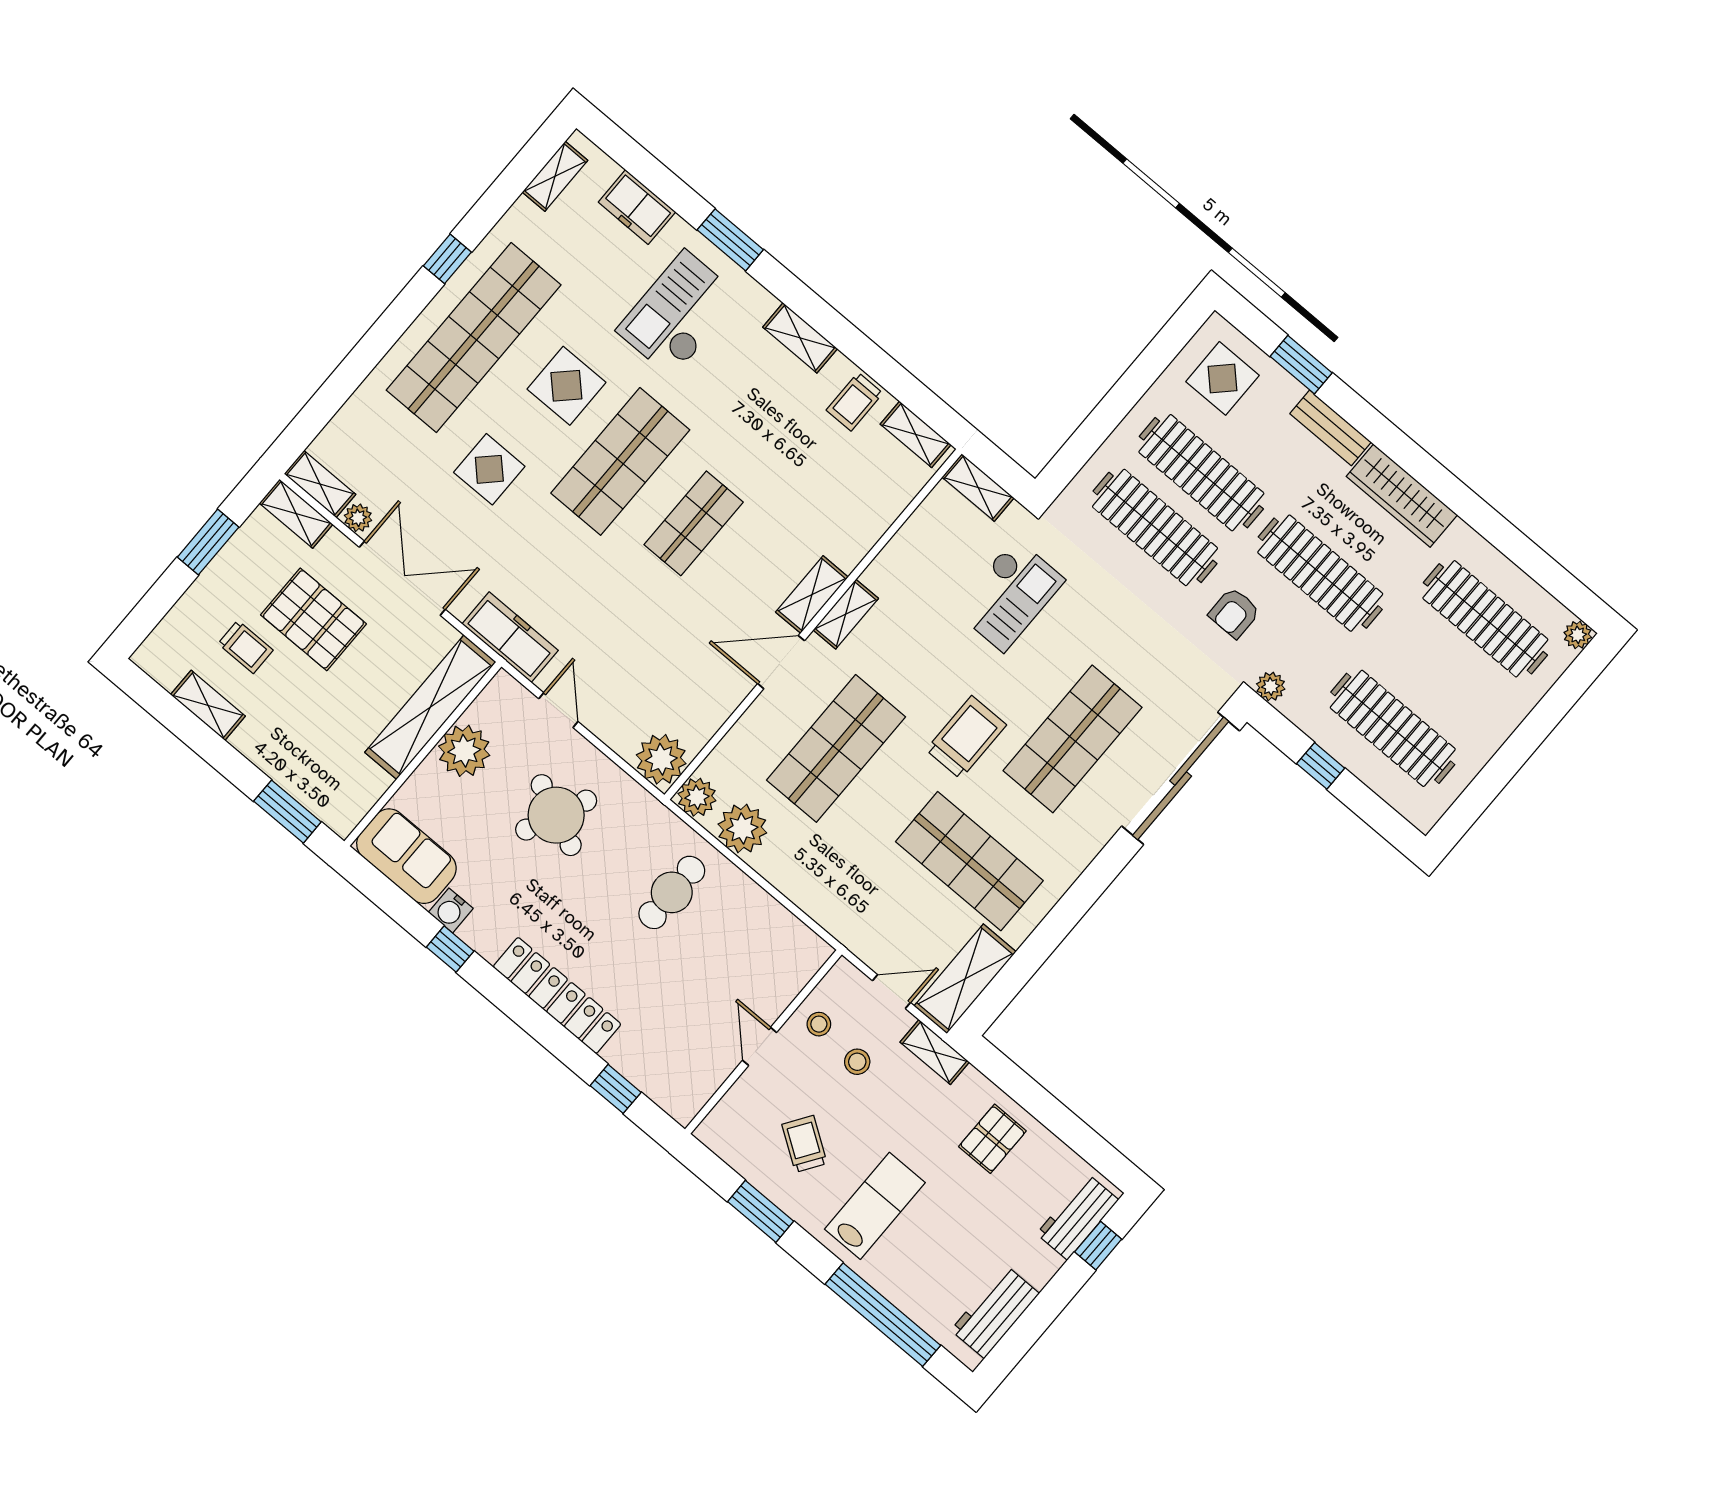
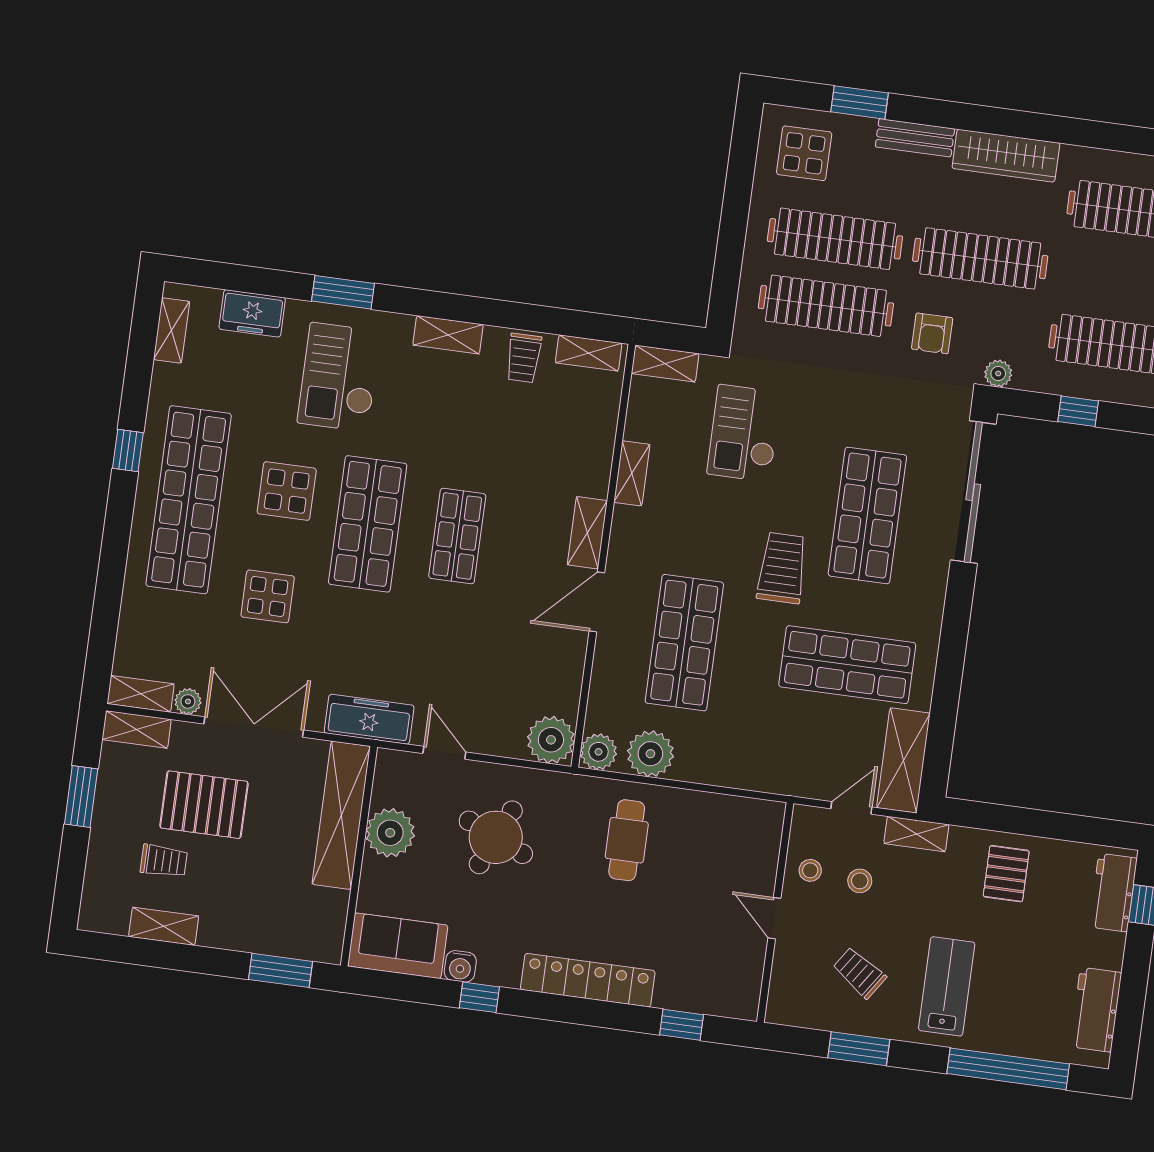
checkout: (1009, 595) -> (744, 433), turned 180
shelving: (846, 614) -> (632, 473), moved

